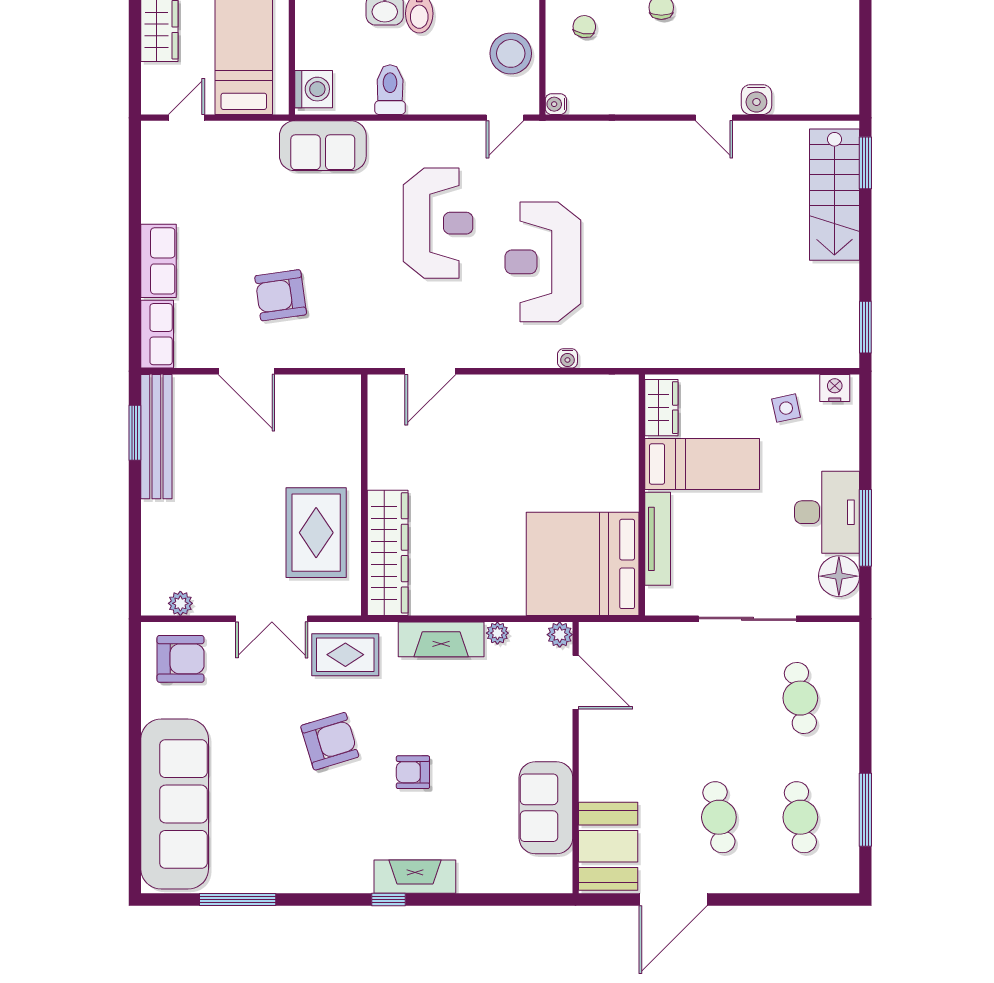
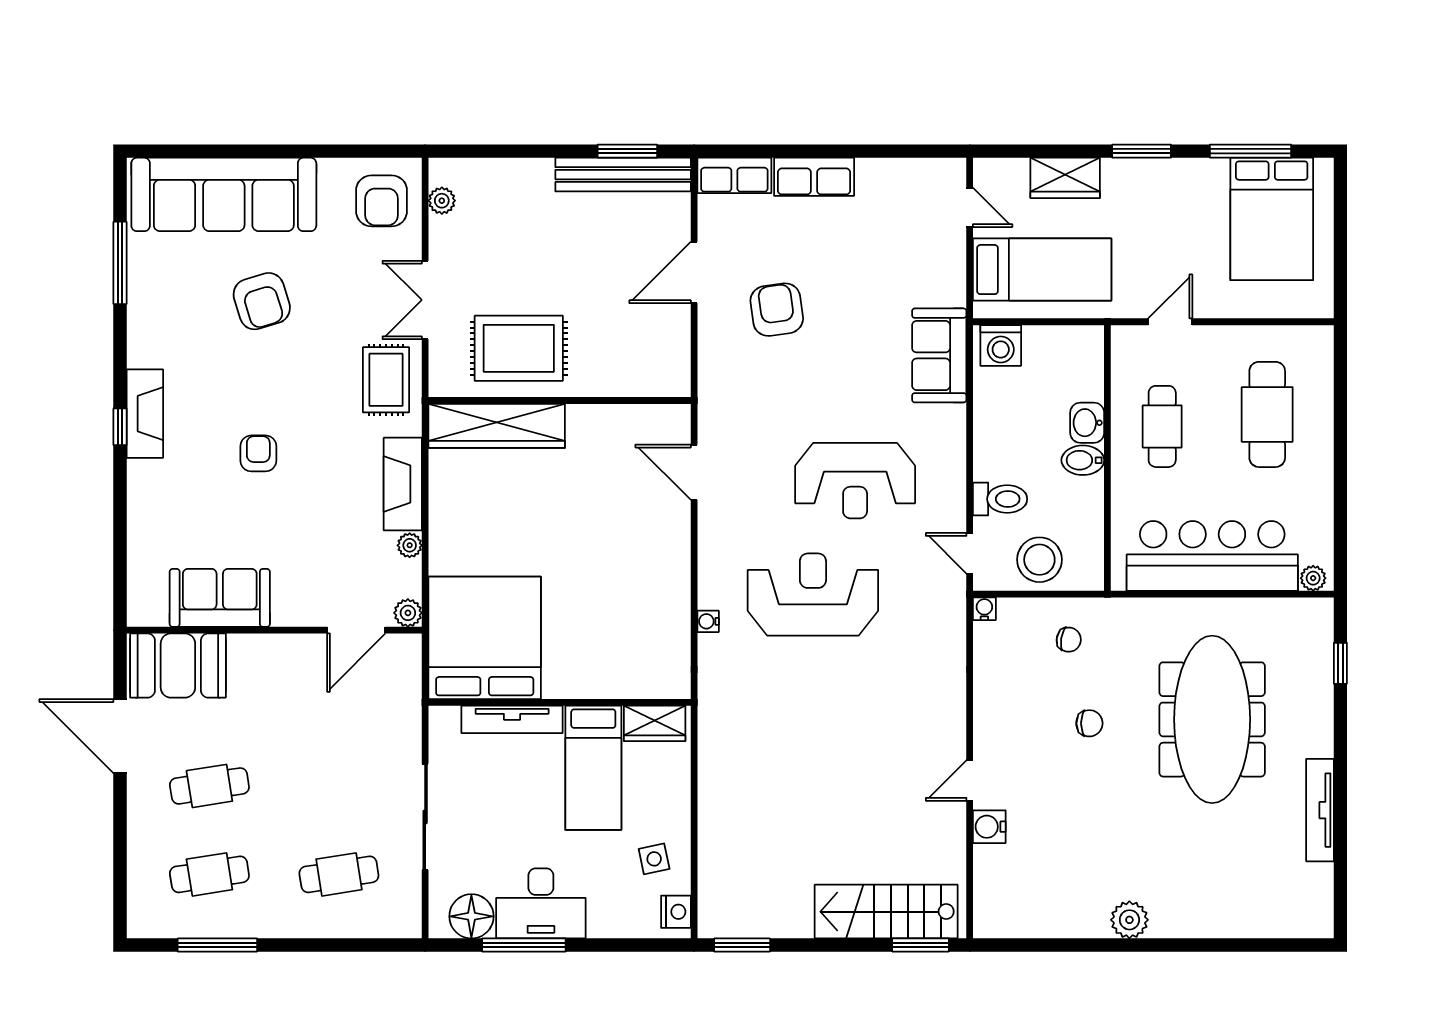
toilet: (390, 90) -> (1000, 499), moved
armchair: (330, 741) -> (262, 301), moved
fireplace: (415, 877) -> (145, 414), moved

